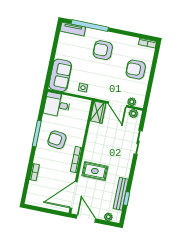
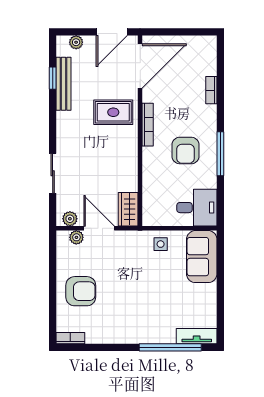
armchair: (103, 50) -> (141, 312), removed
armchair: (57, 140) -> (186, 150), turned 83
door: (86, 219) -> (112, 32), hinge flipped

